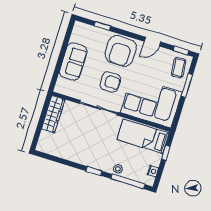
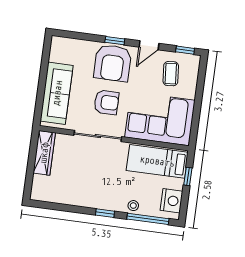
window: (102, 26) -> (115, 41), moved
sofa: (73, 62) -> (57, 93), width x1.36
coffee table: (179, 68) -> (171, 74), moved
window: (187, 85) -> (199, 91), removed
nightstand: (153, 171) -> (171, 201), width x1.89, depth x1.79

